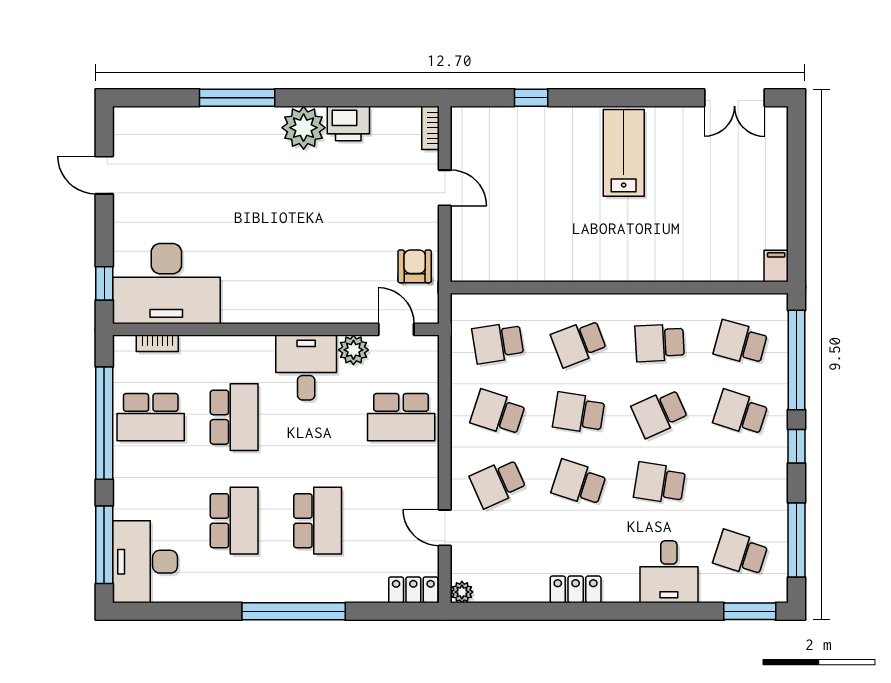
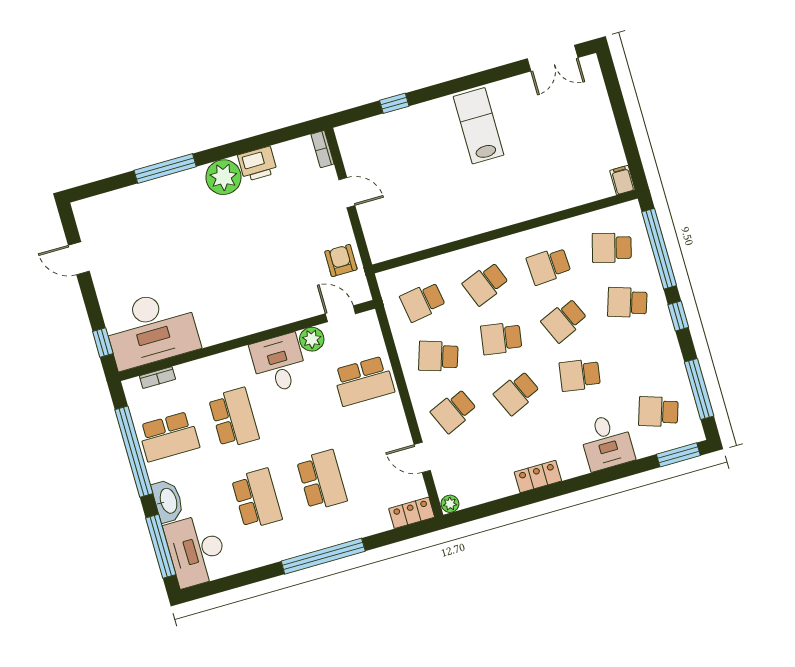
school desk: (579, 483) -> (517, 393), turned -42
washbasin: (128, 493) -> (168, 501), added

